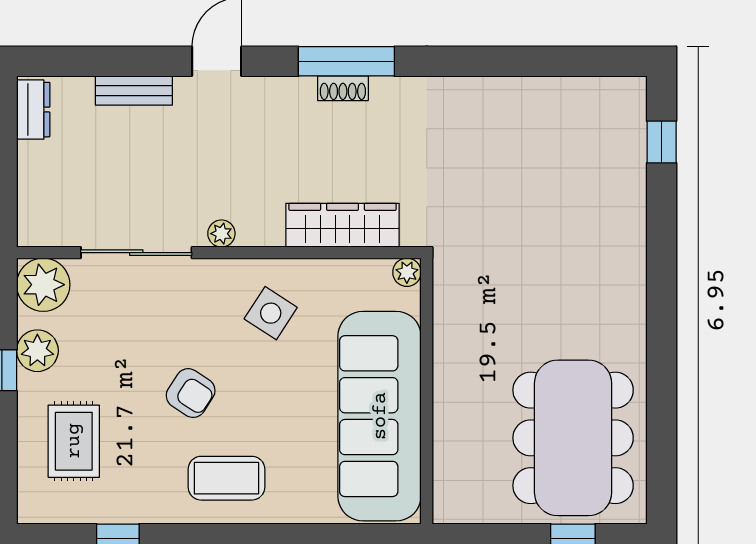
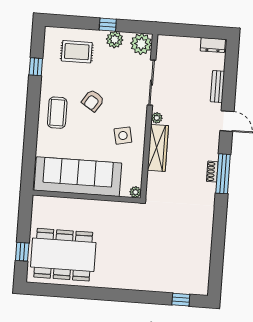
wardrobe: (343, 225) -> (158, 148), moved
side table: (271, 313) -> (123, 136), turned 45

